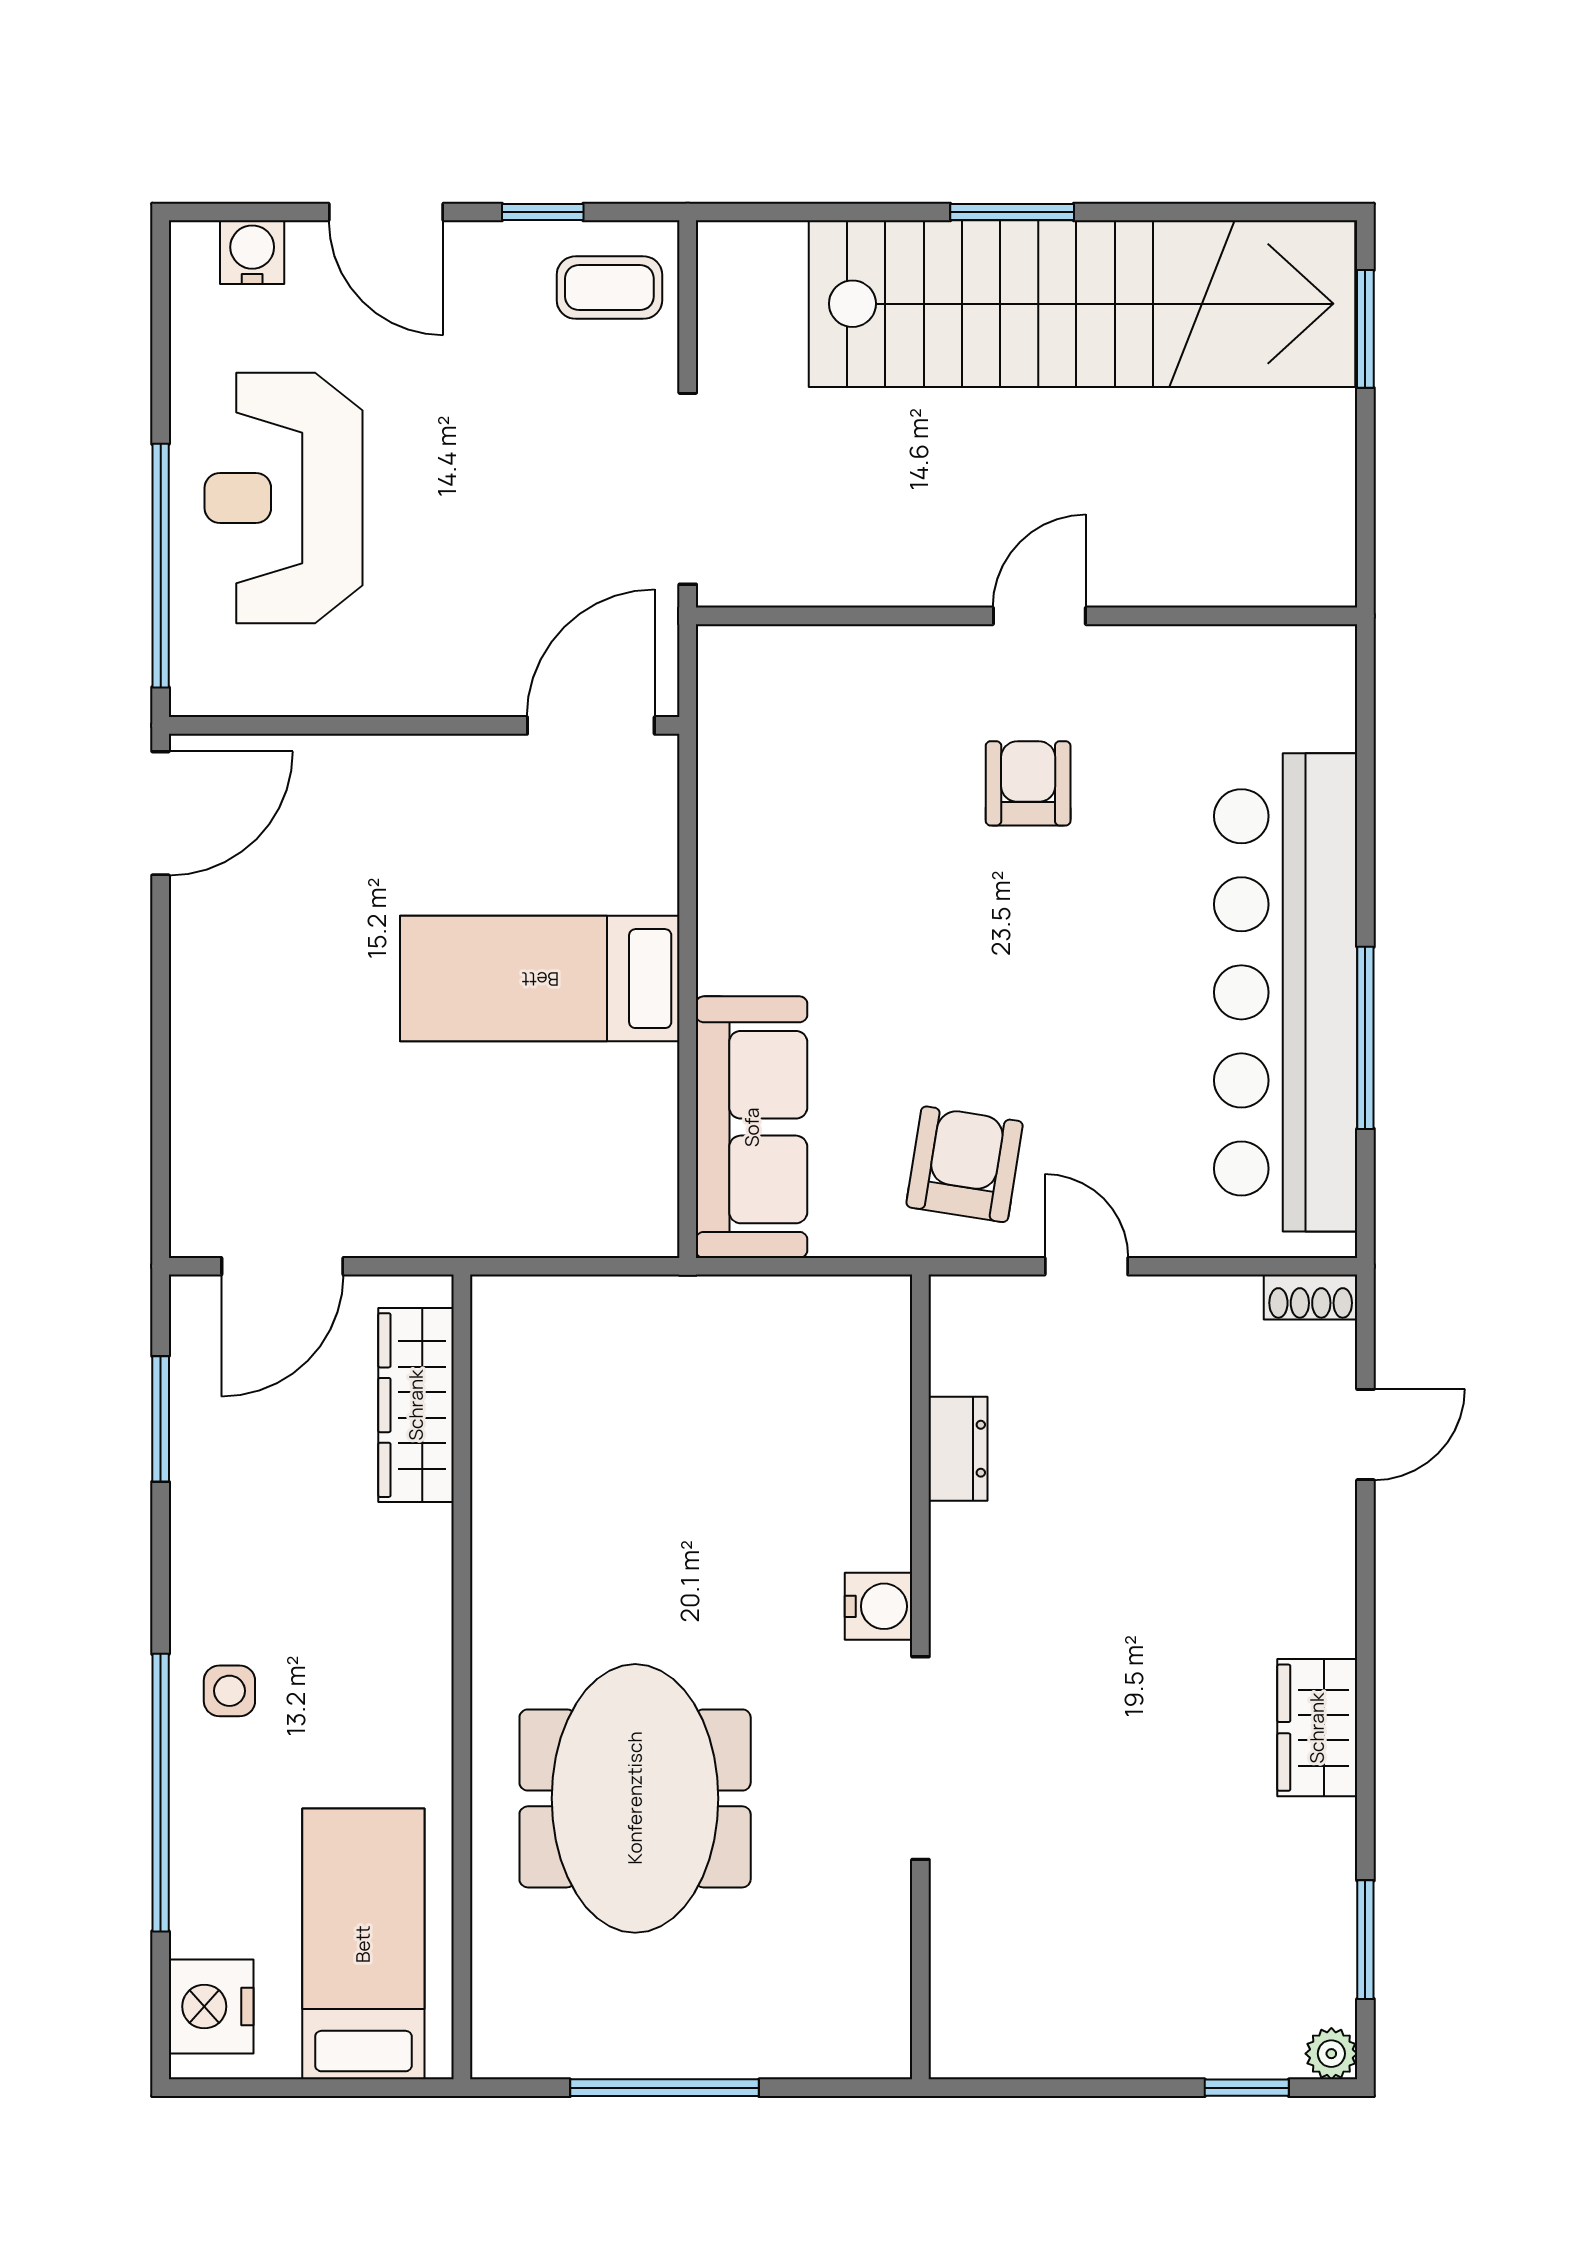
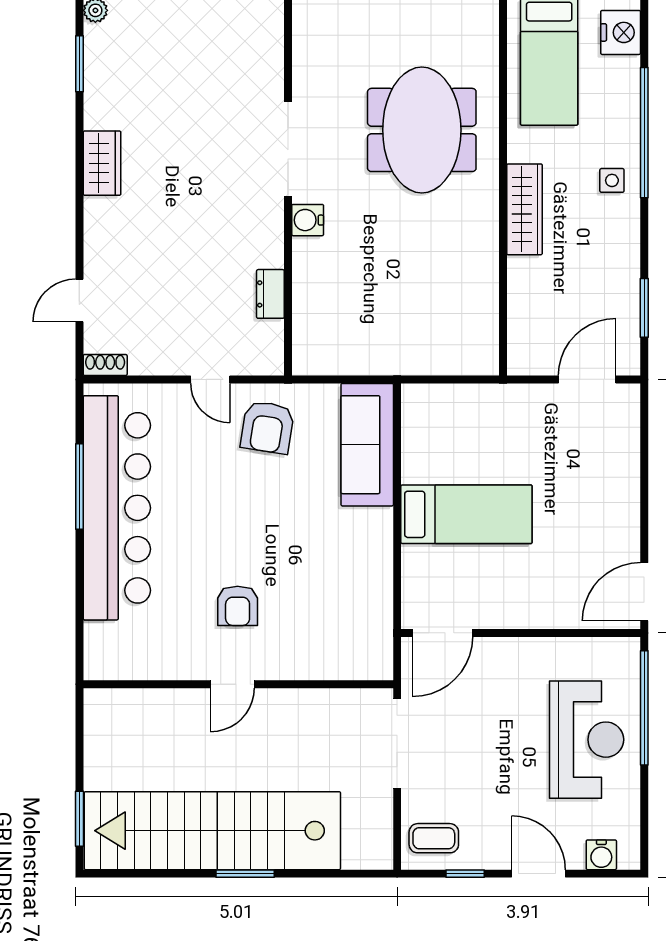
wardrobe: (416, 1405) -> (524, 209), moved

